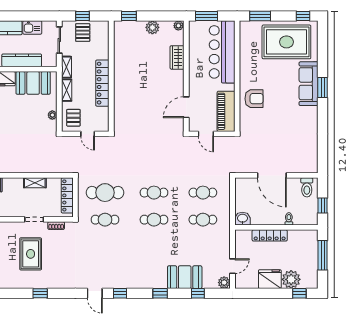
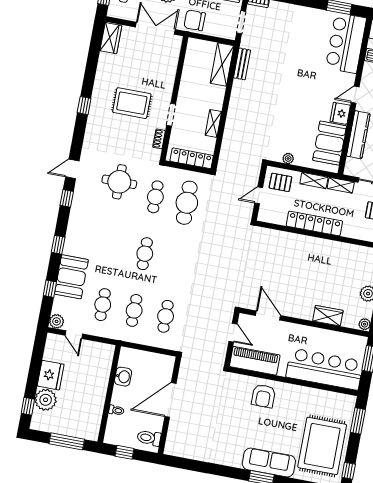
door: (206, 134) -> (233, 333), swing flipped
cafe table: (154, 193) -> (103, 305), moved
washbasin: (242, 219) -> (123, 377), moved
locker: (270, 235) -> (101, 384), removed
round table: (98, 252) -> (119, 182), added

